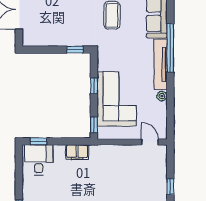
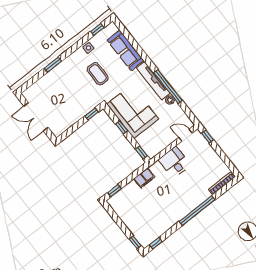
window: (170, 48) -> (168, 87), moved
corner sofa: (117, 99) -> (133, 112), moved
desk: (39, 160) -> (174, 162), moved
window: (170, 187) -> (207, 136), moved

